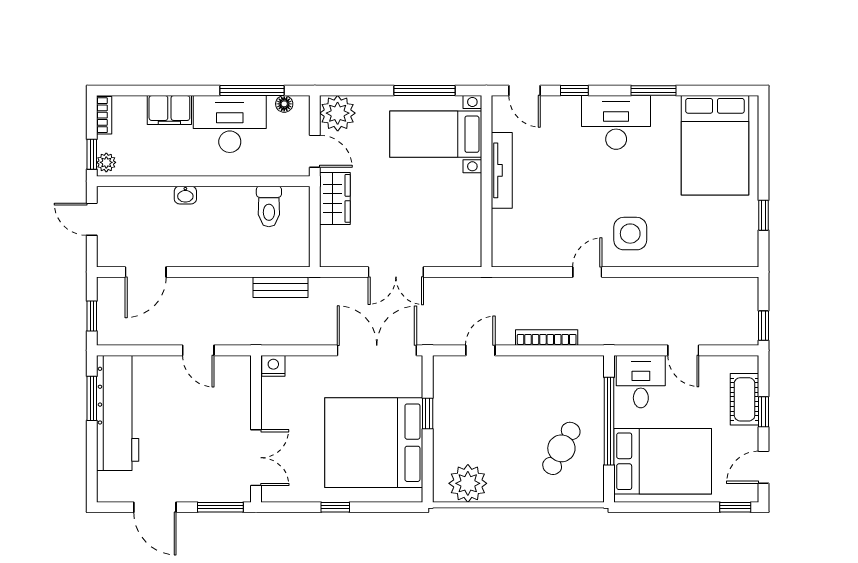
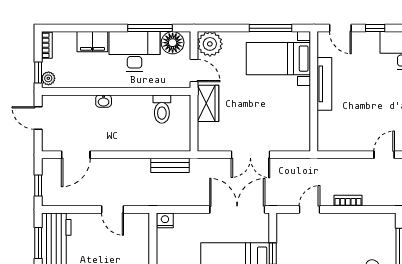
floor lamp: (284, 104) -> (173, 43), width x1.89, depth x1.89
bookcase: (547, 338) -> (348, 201), width x0.64

